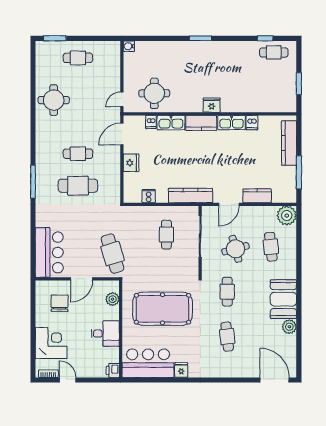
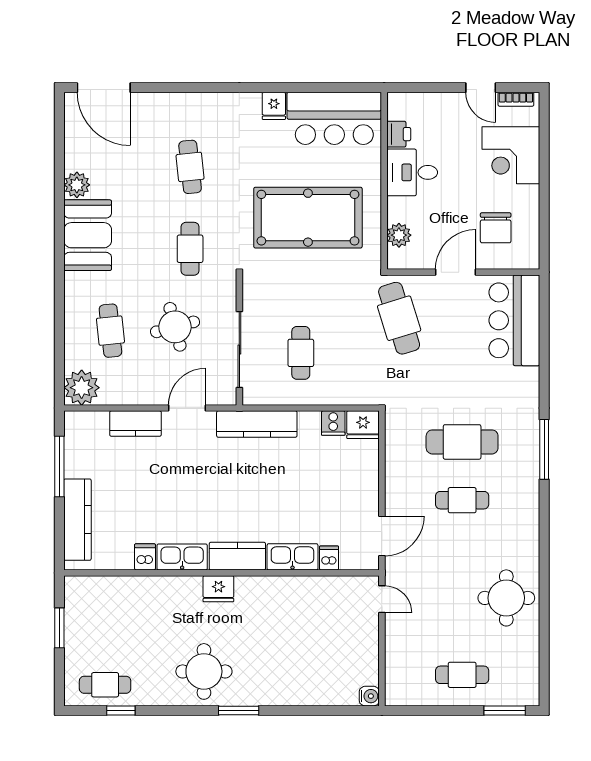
round table: (154, 93) -> (204, 671), moved
door: (122, 99) -> (382, 599), hinge flipped
fridge: (131, 163) -> (363, 425), moved, turned -90
printer: (113, 370) -> (399, 134), moved

